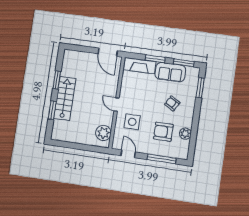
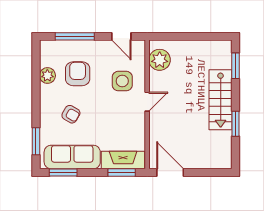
window: (155, 59) -> (122, 173), moved
sofa: (170, 72) -> (72, 157), width x1.36
door: (117, 105) -> (147, 102), hinge flipped
window: (52, 110) -> (235, 66), moved
armchair: (163, 132) -> (78, 74), turned -90

